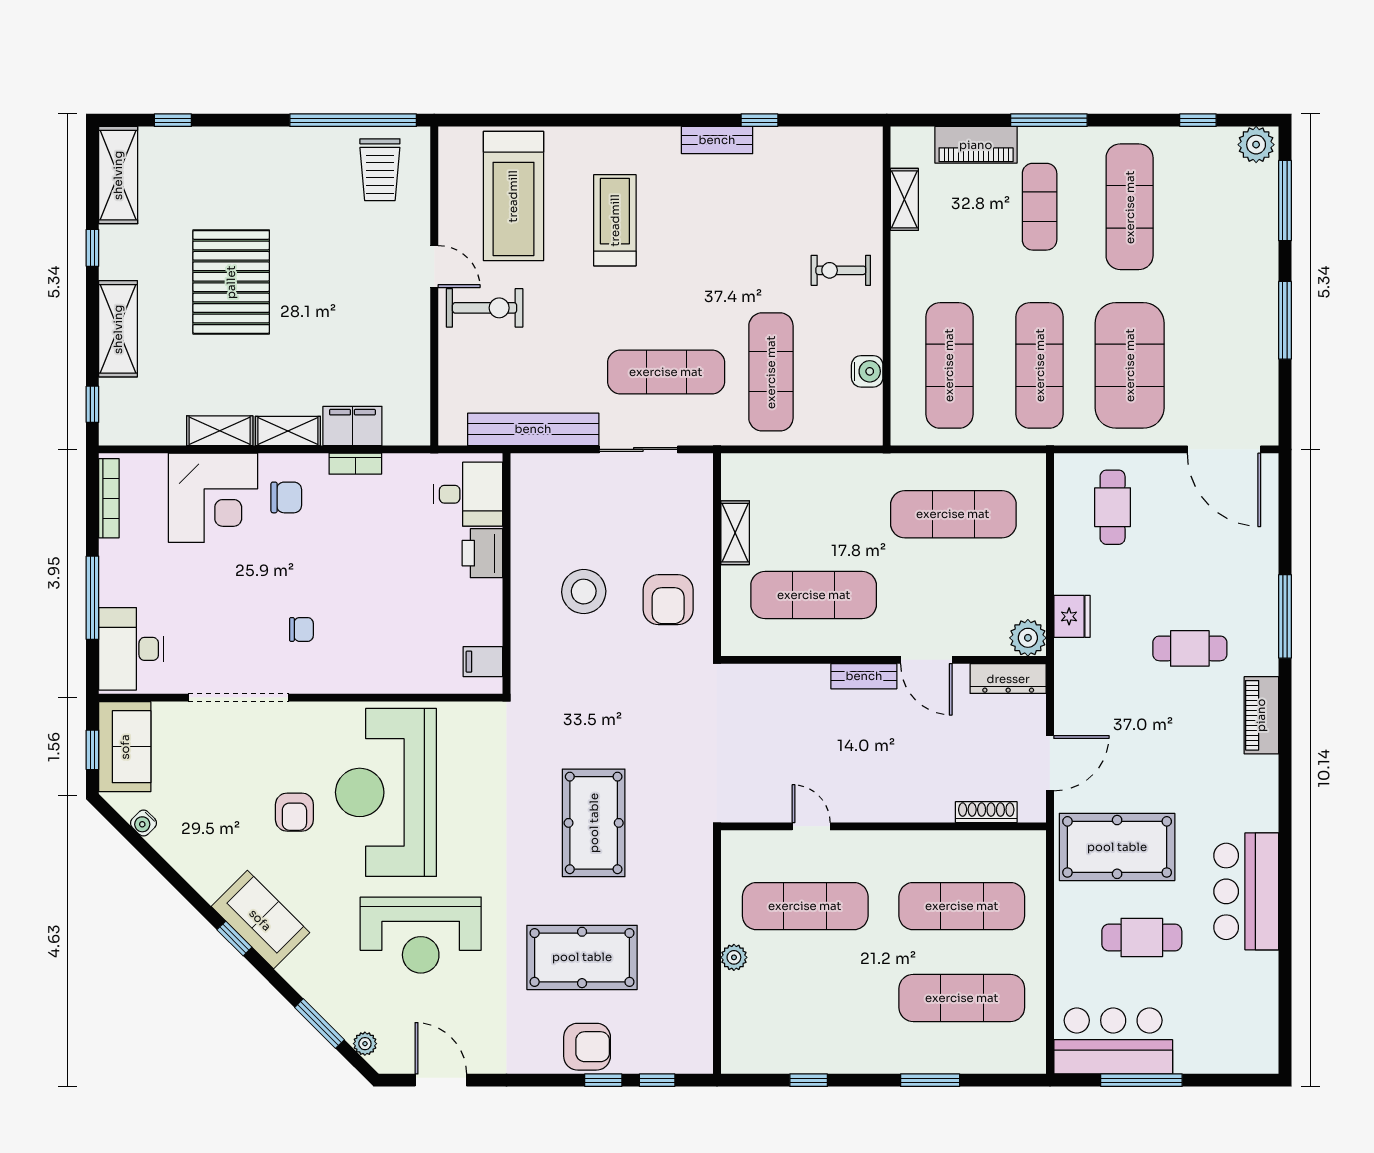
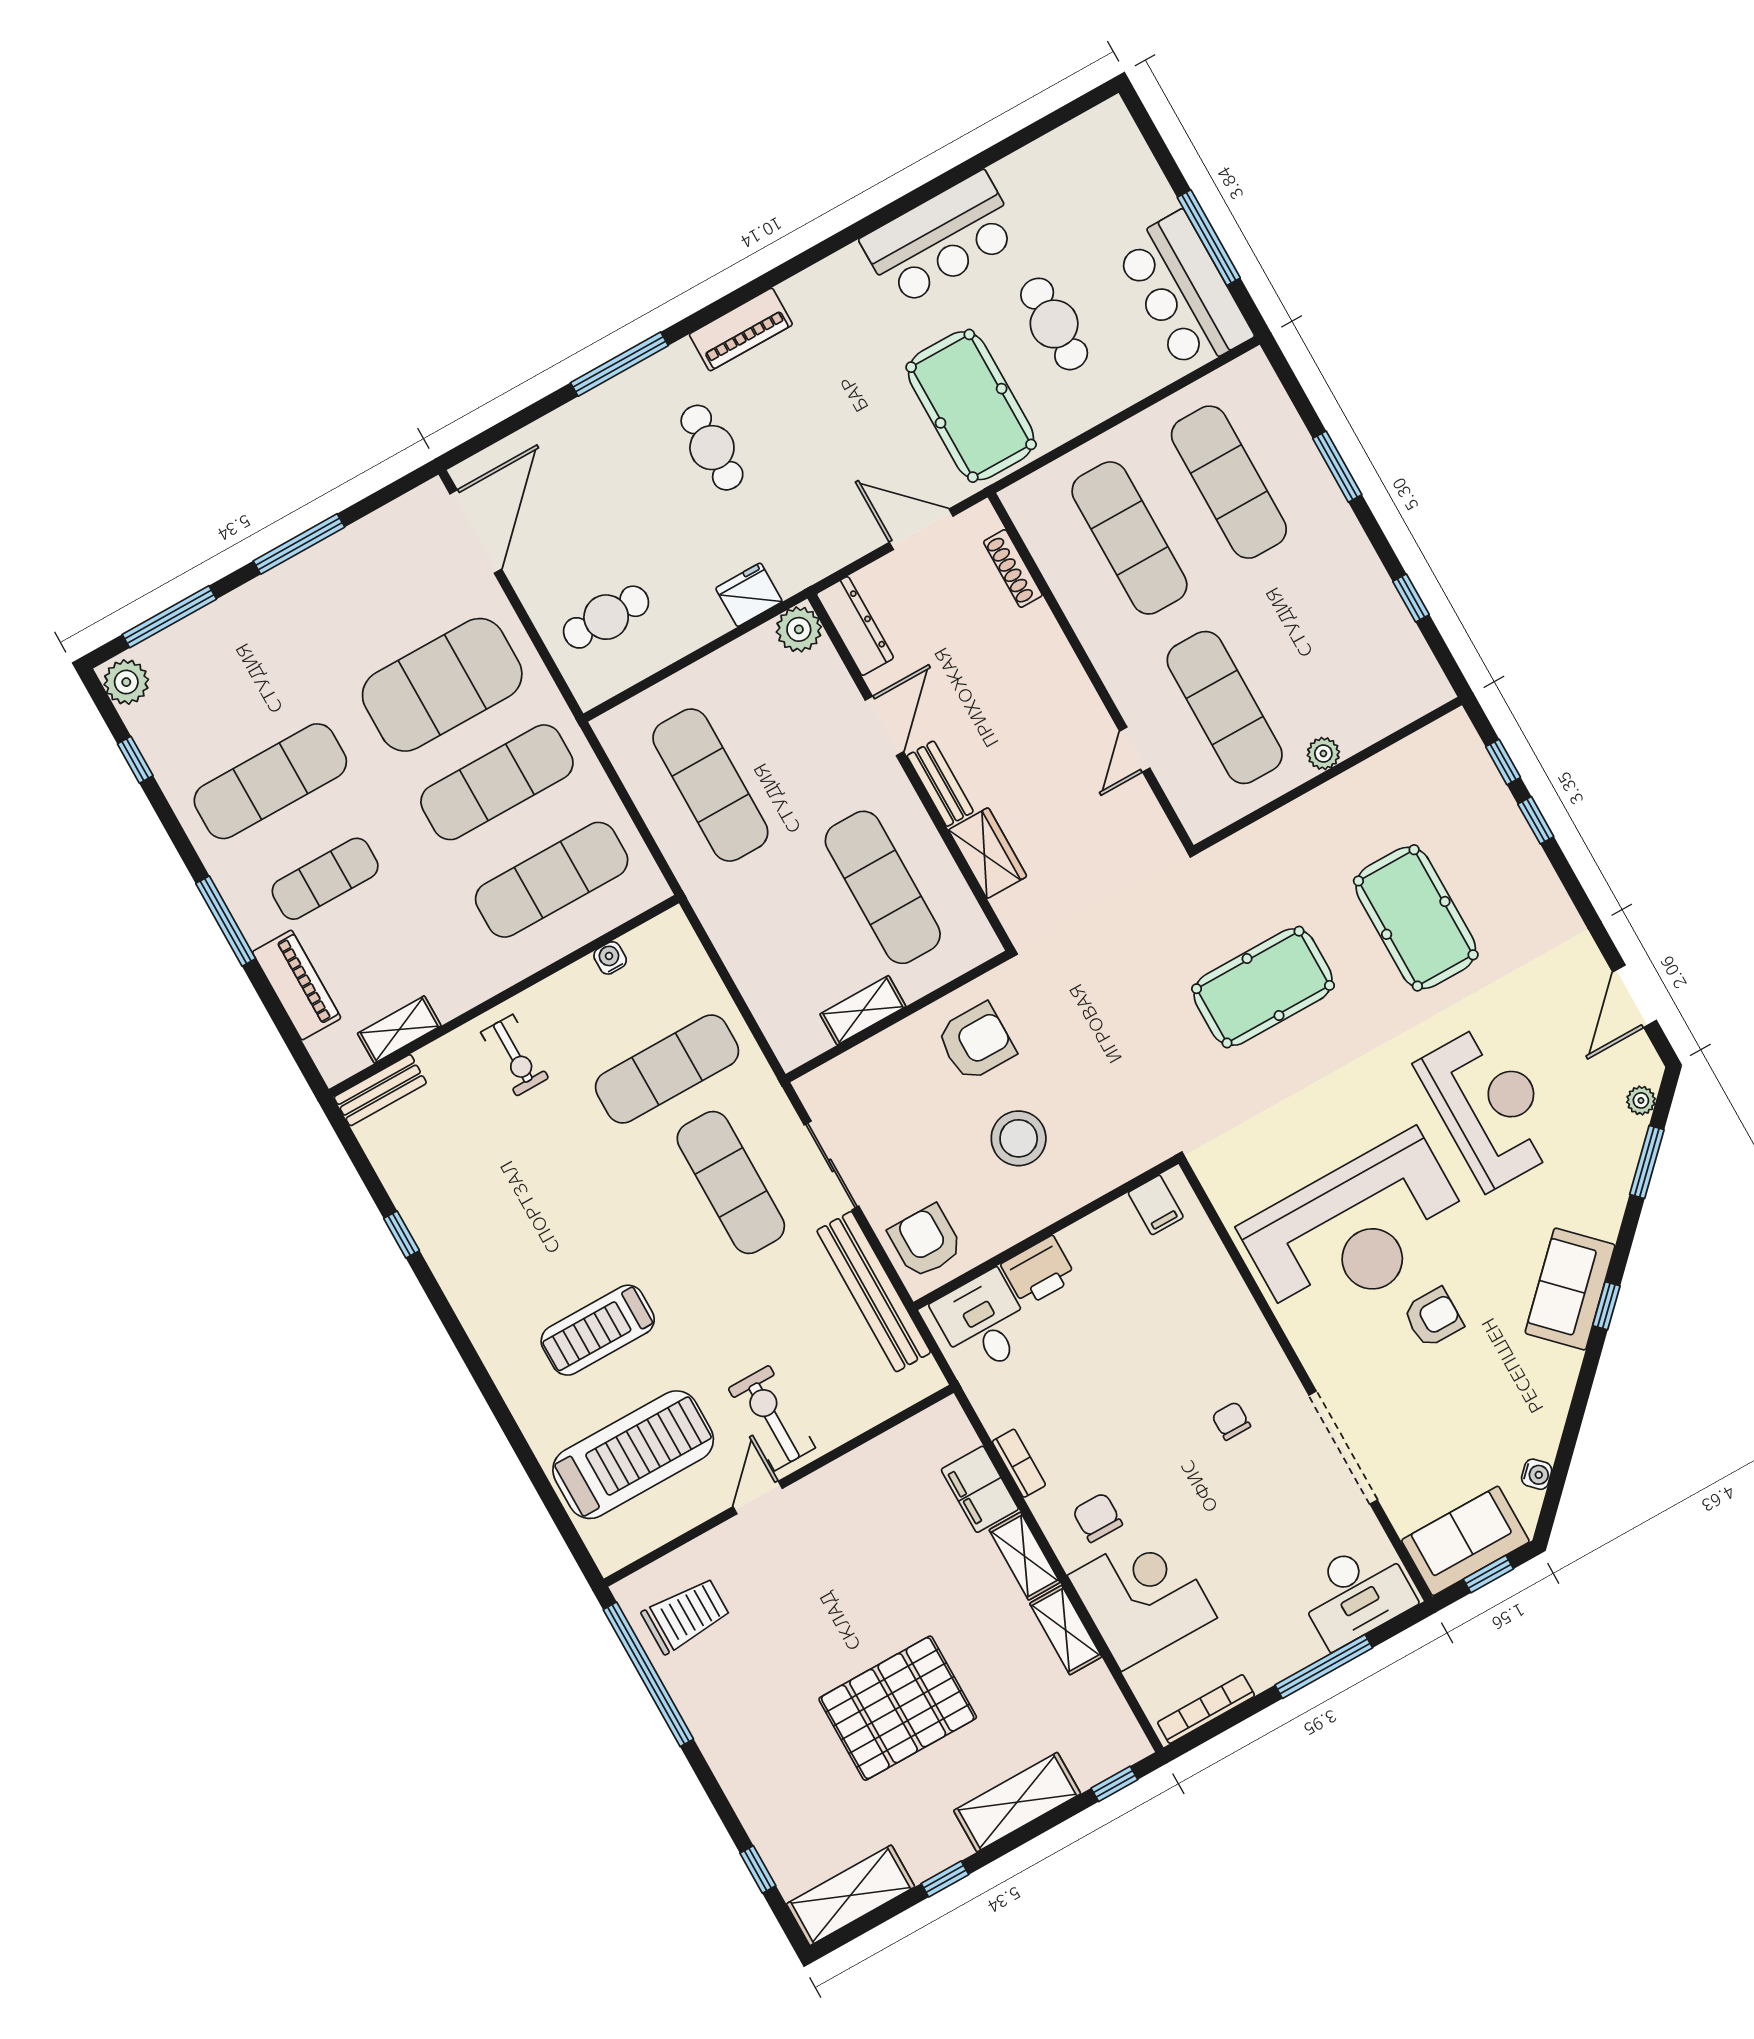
bench: (717, 140) -> (380, 1090), moved, turned 90
water cooler: (867, 371) -> (610, 958), width x0.72, depth x0.72
wardrobe: (796, 682) -> (988, 853), added
armchair: (587, 1047) -> (926, 1241), moved

